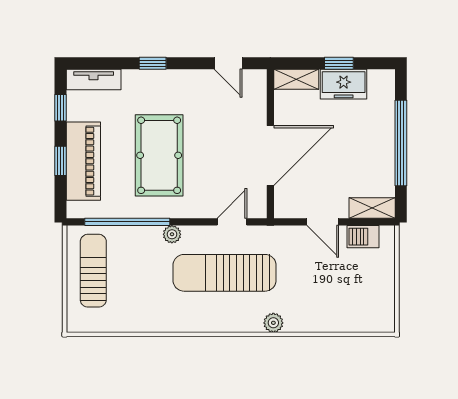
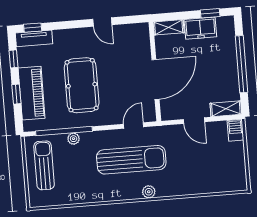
window: (153, 63) -> (33, 28), moved
door: (228, 63) -> (102, 22), moved
window: (339, 63) -> (210, 13), moved
plant: (172, 234) -> (74, 139), moved
barbecue: (363, 237) -> (235, 130), moved, turned 90
sun lounger: (225, 273) -> (131, 160), turned 180
plant: (273, 323) -> (149, 192), moved

